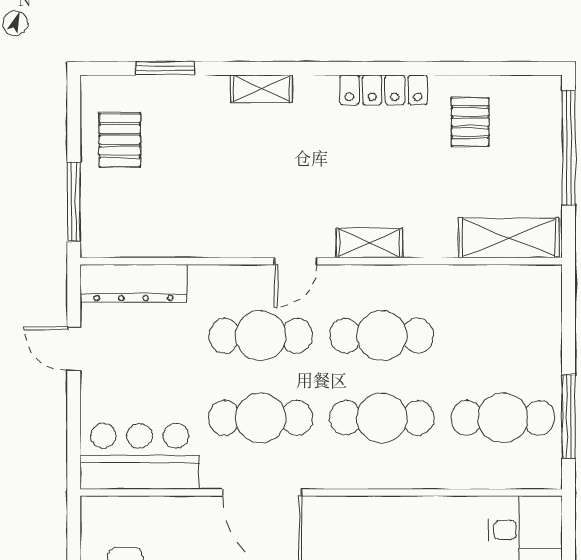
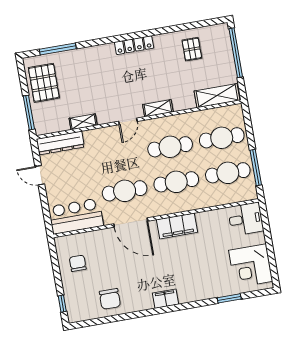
window: (165, 68) -> (58, 49), width x1.44
shelving: (261, 89) -> (83, 122), moved
locker: (384, 90) -> (134, 45), moved
pallet: (120, 140) -> (44, 83), width x1.50, depth x1.42
cafe table: (261, 336) -> (222, 138), moved
filing cabinet: (366, 519) -> (177, 226), added

